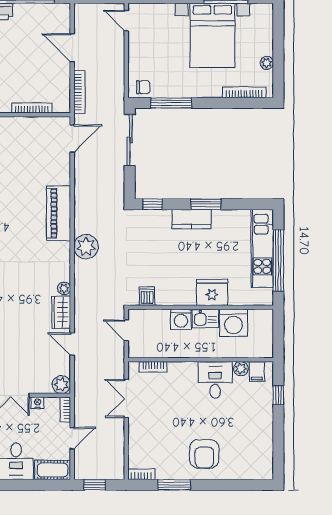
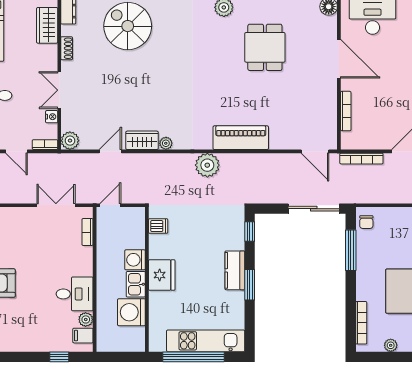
fridge: (212, 293) -> (162, 275), moved
door: (126, 330) -> (110, 205), moved

